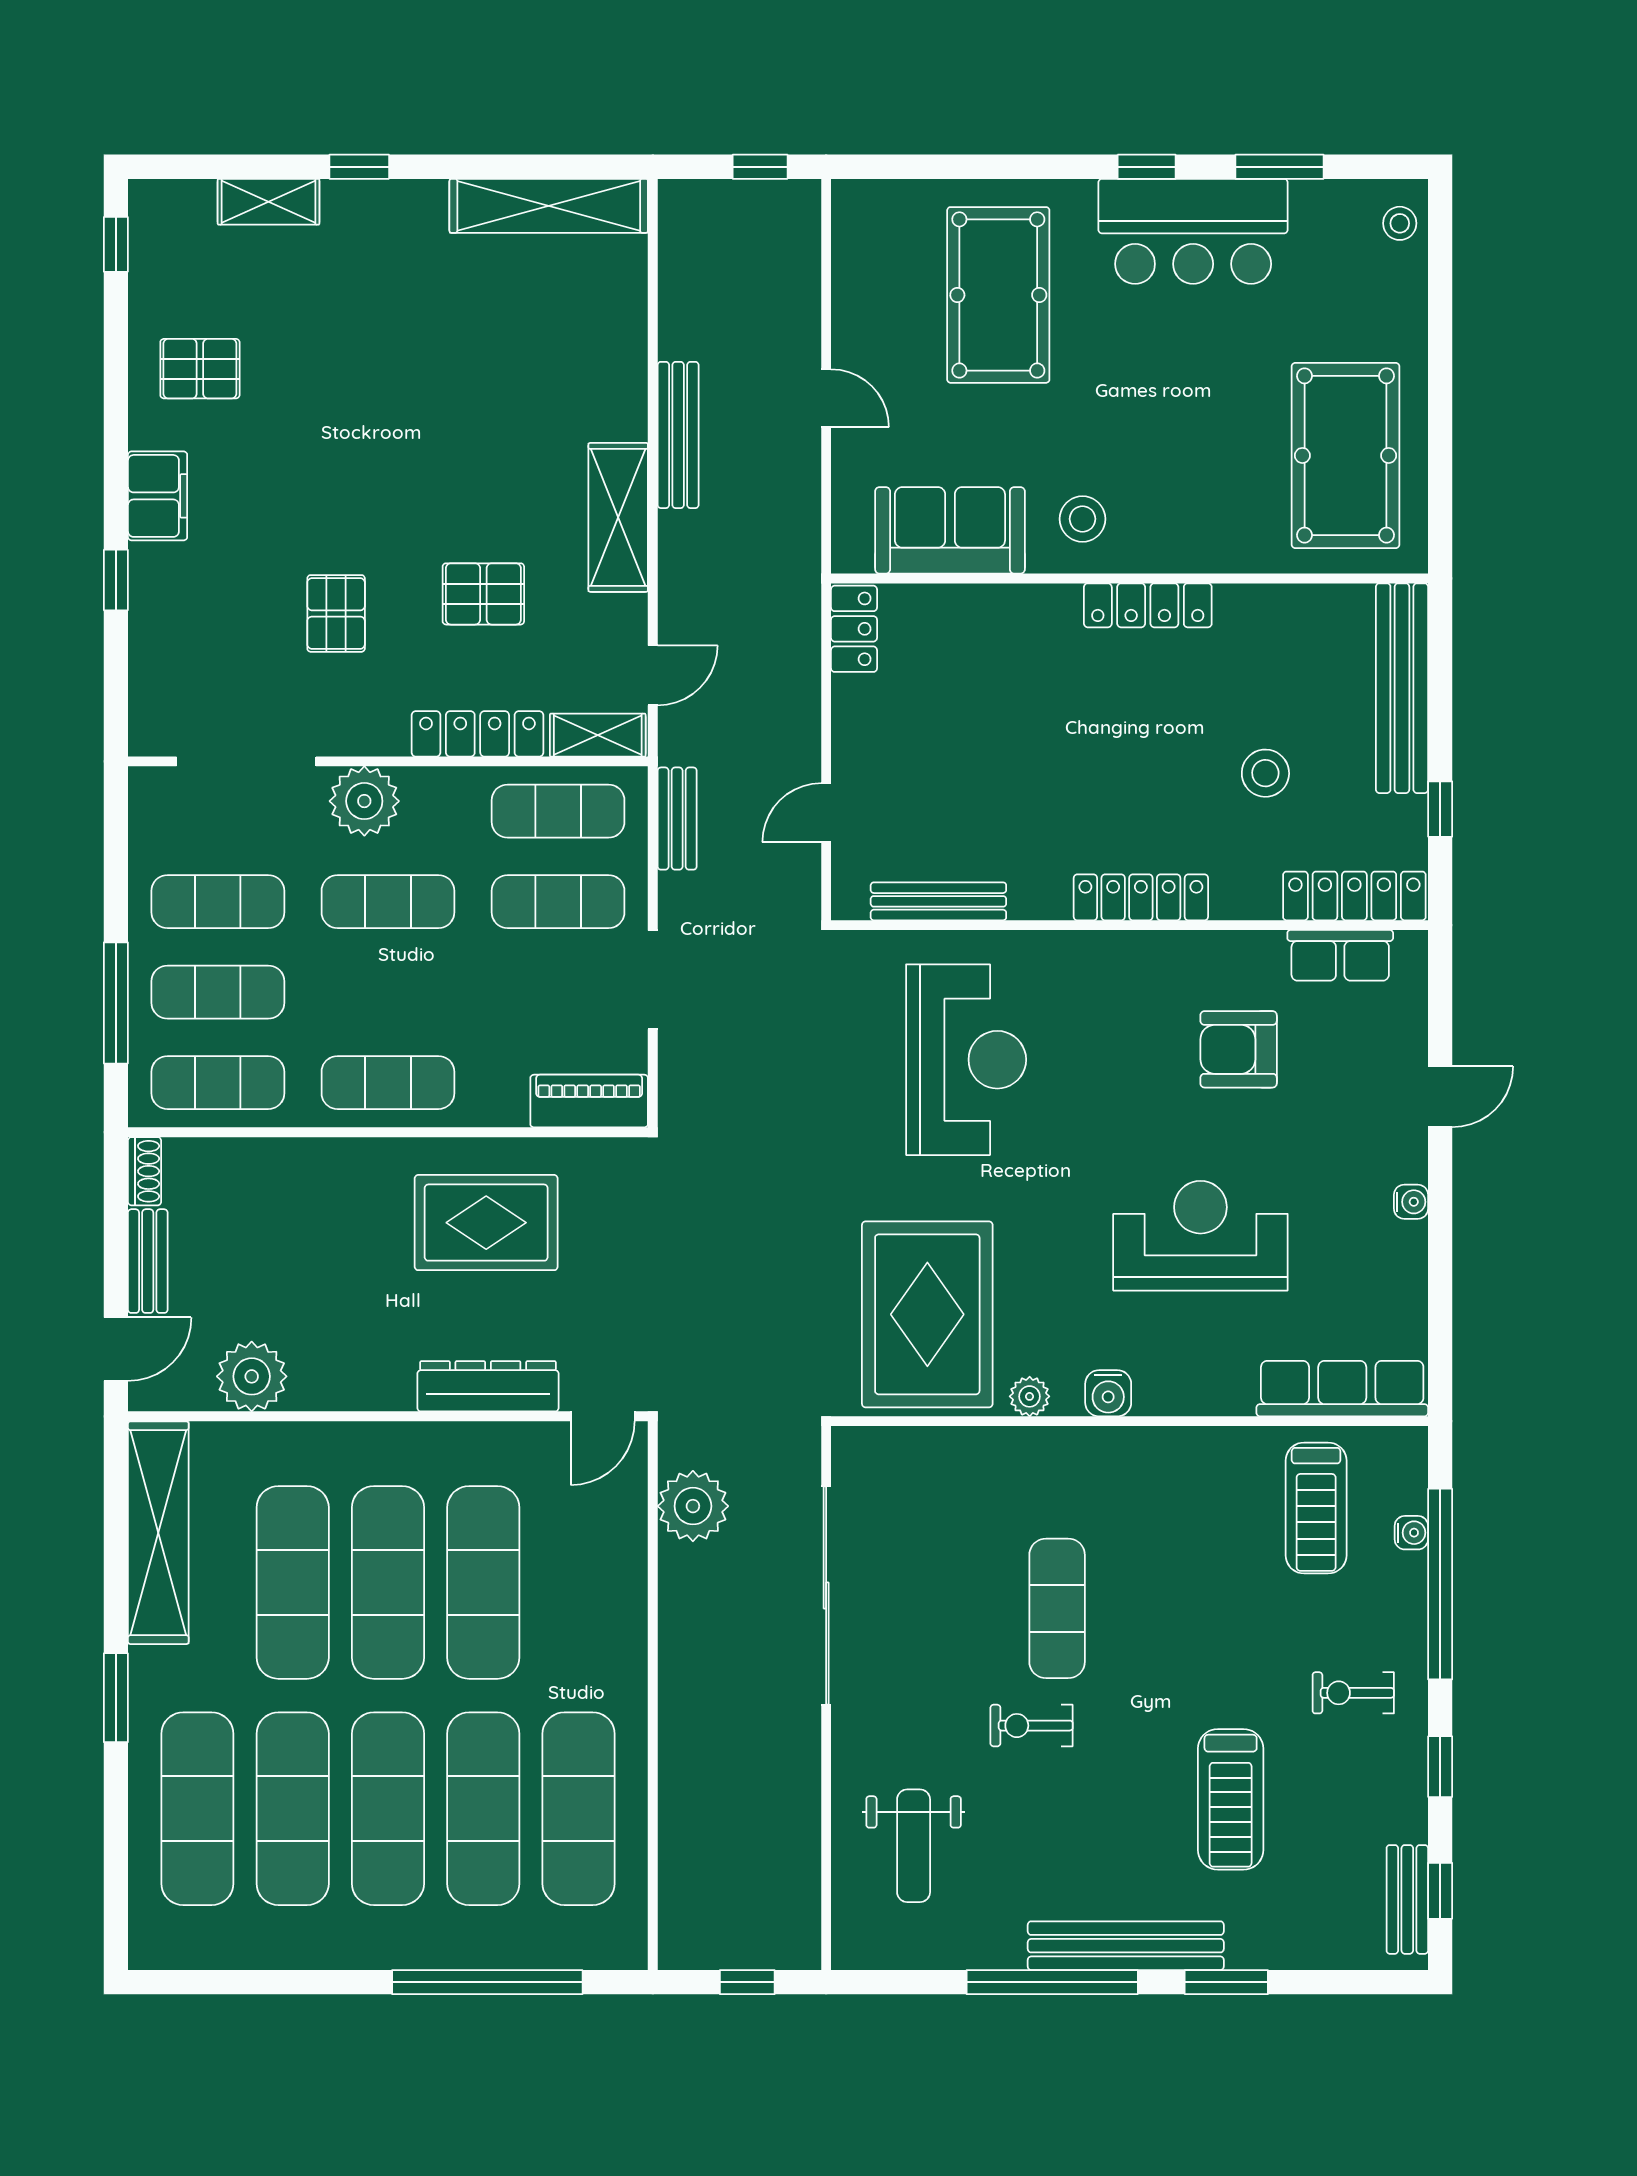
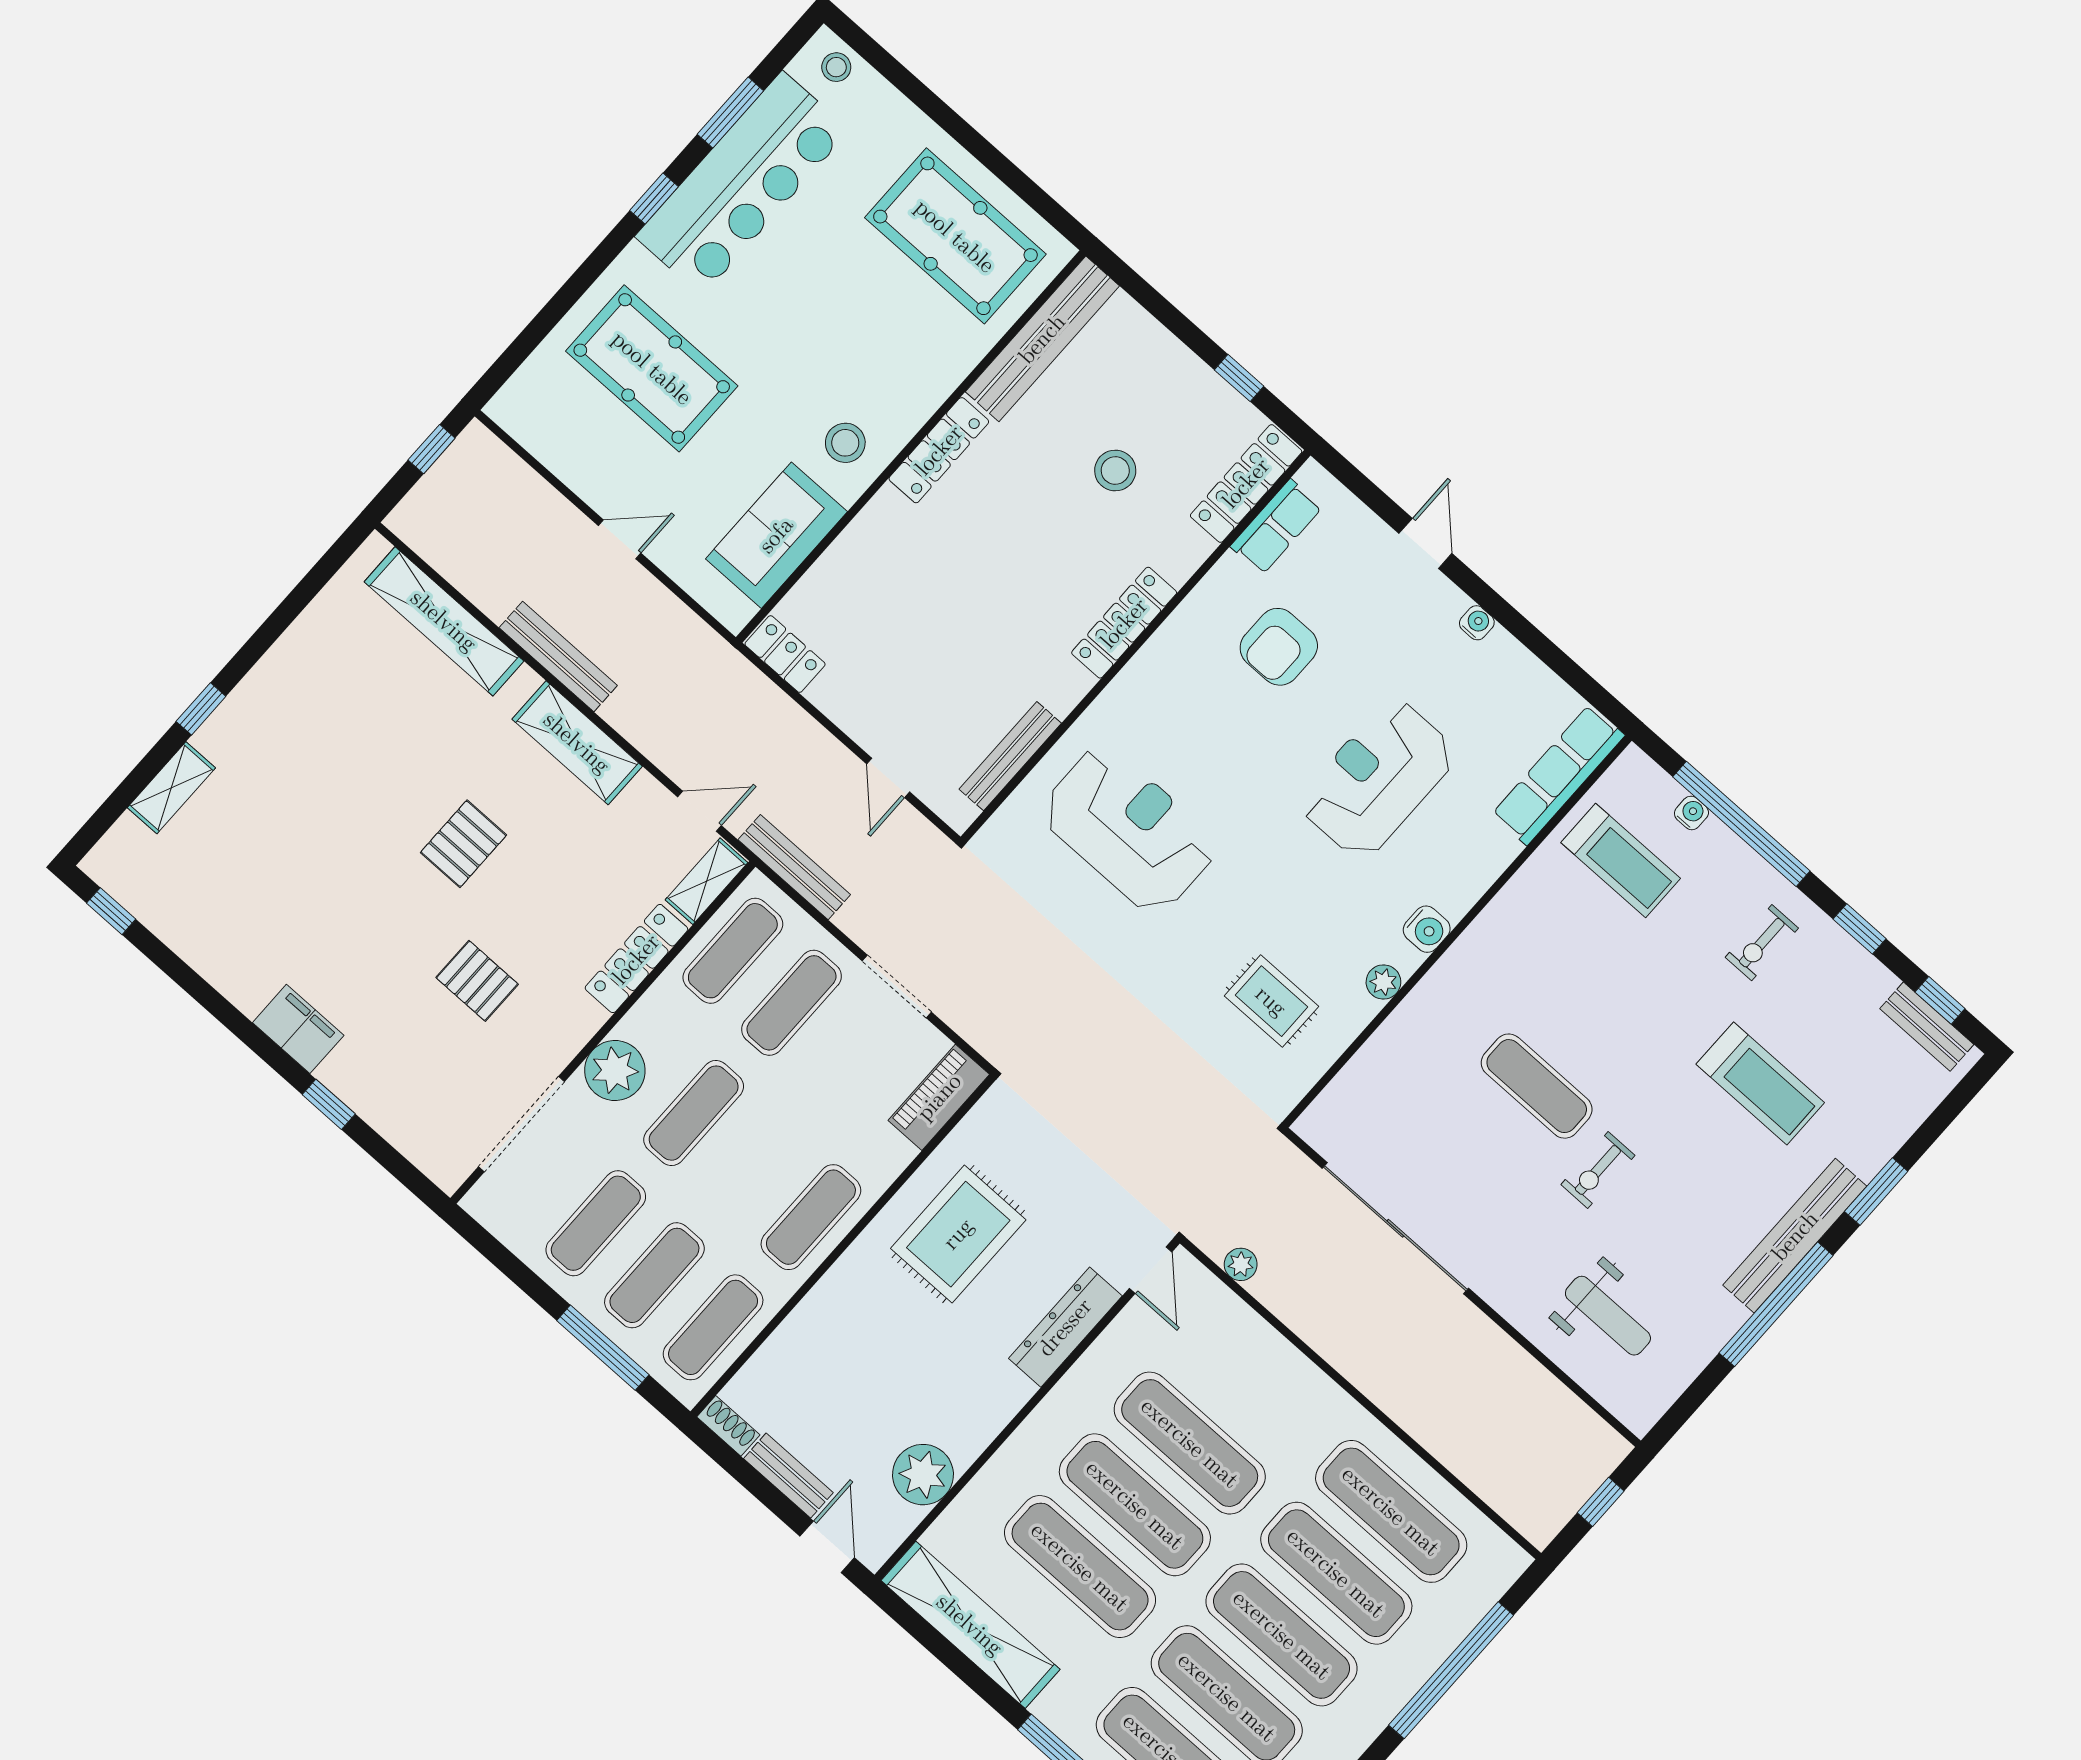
shelving: (549, 206) -> (444, 621), moved, turned 90
bar counter: (1193, 231) -> (742, 183), width x1.36
pallet: (200, 369) -> (240, 928), removed
pallet: (483, 594) -> (463, 844), moved
door: (653, 675) -> (699, 811), hinge flipped
bench: (1402, 688) -> (1042, 339), moved, turned 90
bench: (677, 819) -> (794, 867), width x1.36
rug: (927, 1314) -> (1271, 1001), width x0.54, depth x0.49
plant: (693, 1506) -> (1241, 1264), width x0.53, depth x0.53

